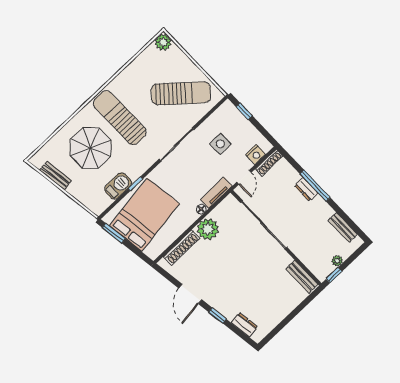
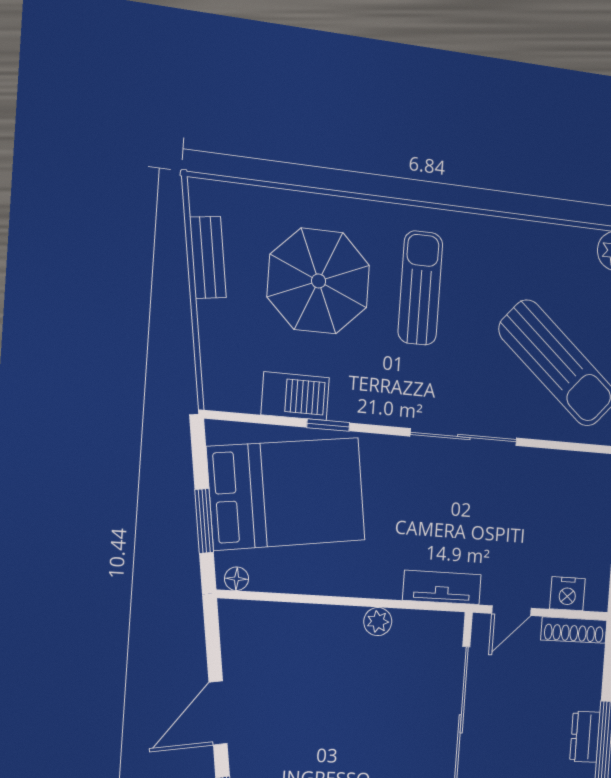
sun lounger: (120, 118) -> (420, 288), width x0.73, depth x0.75
side table: (220, 144) -> (532, 515), removed
floor lamp: (201, 209) -> (237, 579), moved
plant: (208, 229) -> (378, 622), width x0.53, depth x0.53
window: (114, 233) -> (204, 521), moved
shoe rack: (182, 247) -> (289, 617), removed

